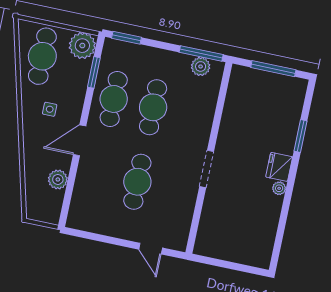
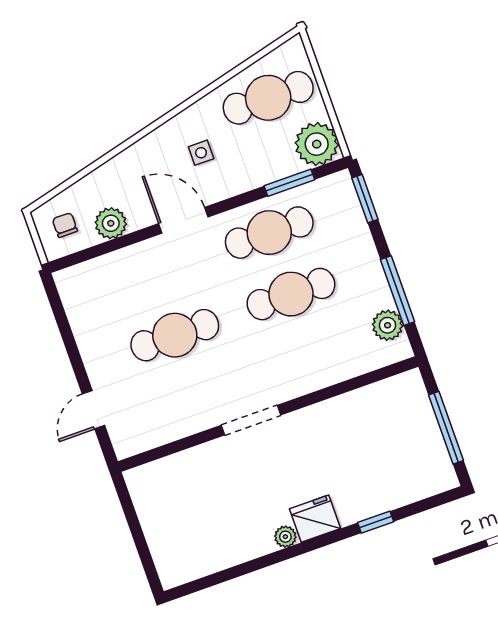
window: (201, 53) -> (397, 291), moved
window: (300, 136) -> (376, 522), width x0.67
chair: (44, 204) -> (65, 225), added

